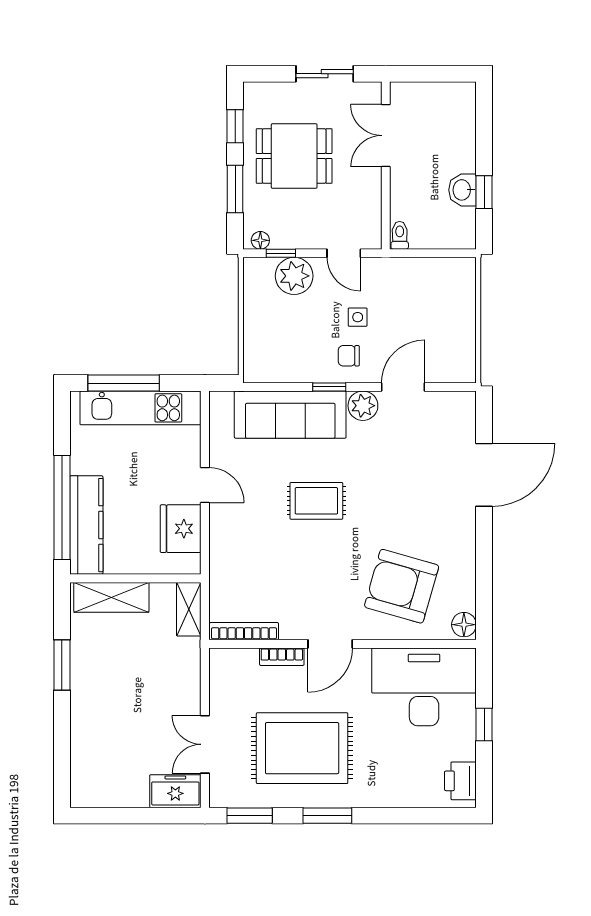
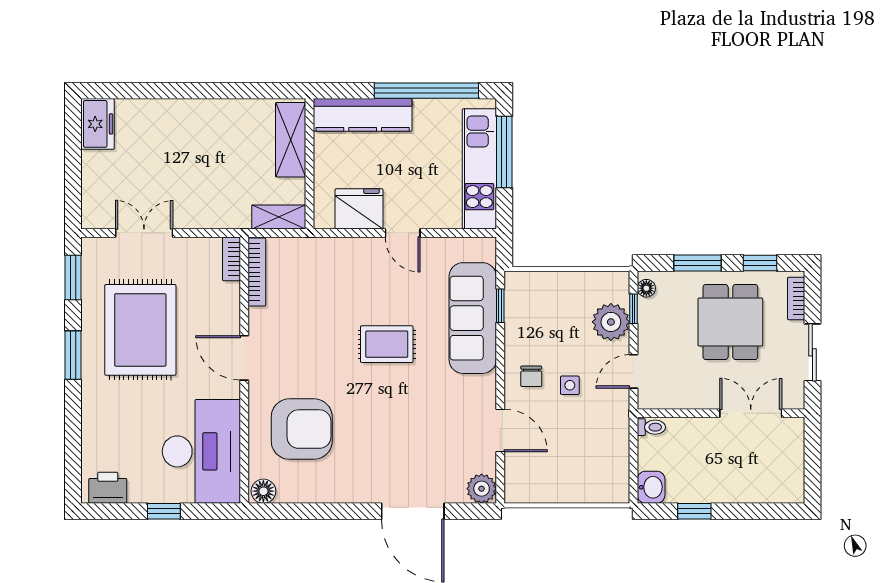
bookcase: (271, 90) -> (796, 299), added
washbasin: (462, 190) -> (651, 487), moved, turned 90
chair: (349, 356) -> (531, 376), turned 180
window: (329, 387) -> (500, 306), moved
plant: (363, 406) -> (482, 489), moved
door: (205, 485) -> (403, 233), hinge flipped
rug: (316, 501) -> (387, 344), turned 90
window: (62, 507) -> (426, 91), moved
armchair: (402, 586) -> (302, 429), turned 74
bookcase: (282, 657) -> (231, 259), moved
window: (62, 665) -> (223, 91), removed
freezer: (175, 791) -> (97, 124), moved

